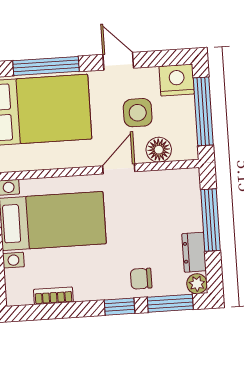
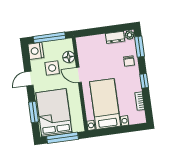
window: (46, 66) -> (34, 112), width x0.69
window: (210, 220) -> (100, 31), removed
window: (119, 307) -> (144, 81), moved

